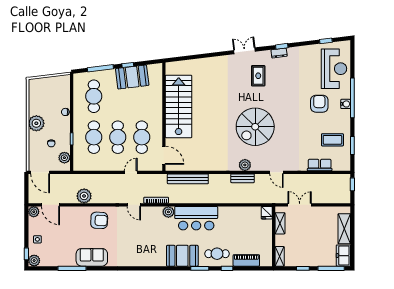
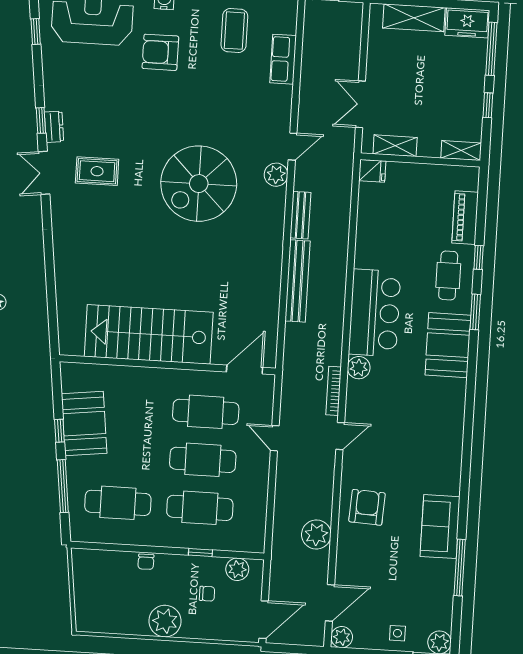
double door: (245, 51) -> (44, 173), moved
spiral stairs: (255, 127) -> (199, 184), turned 90
plant: (245, 165) -> (276, 175), moved
bench: (188, 179) -> (298, 281), moved

